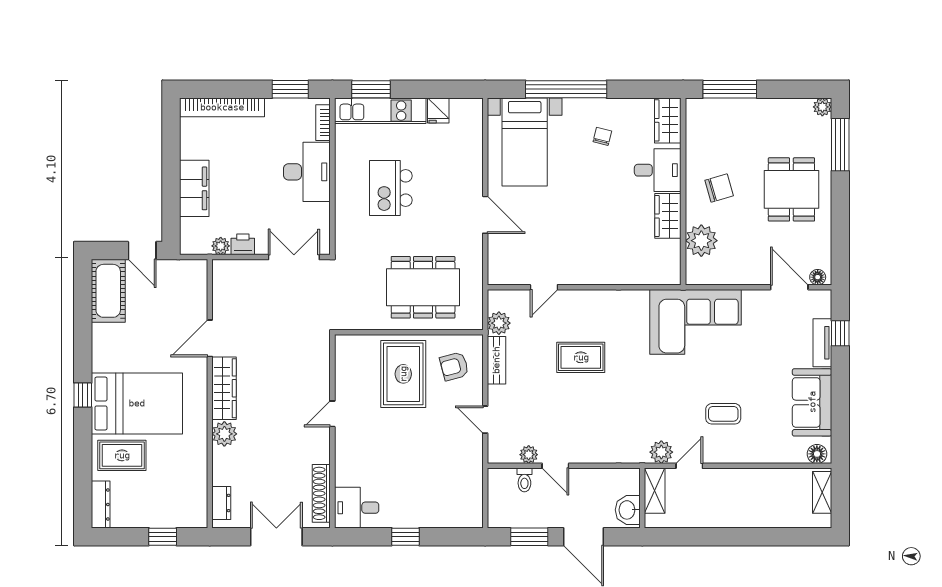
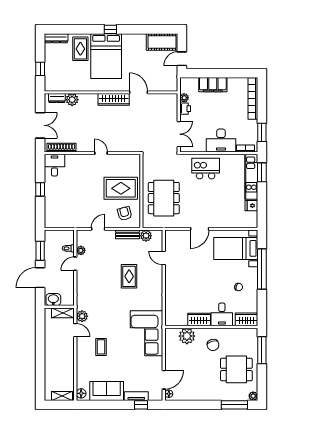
kitchen island: (391, 188) -> (206, 169), moved
dining table: (791, 189) -> (236, 369), moved
plant: (224, 434) -> (72, 100), moved

